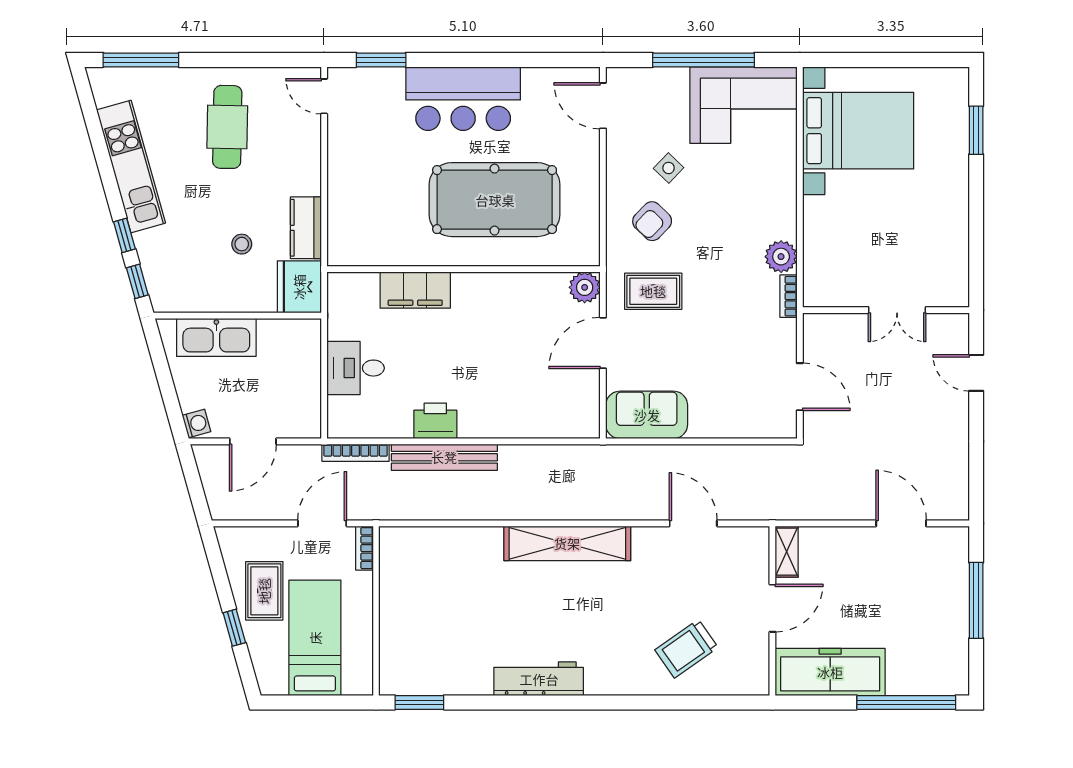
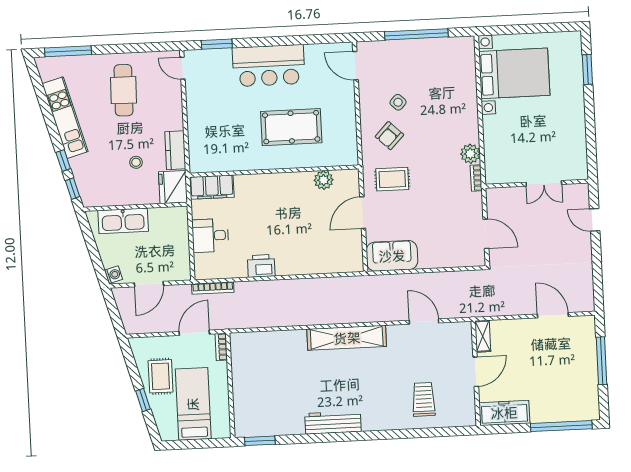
corner sofa: (743, 105) -> (442, 61), removed
pool table: (495, 200) -> (291, 127), width x0.73, depth x0.76
plant: (585, 287) -> (324, 180), moved
filing cabinet: (415, 290) -> (212, 187), moved
bench: (444, 457) -> (268, 288), removed
trolley: (686, 649) -> (424, 399), turned 125
freezer: (830, 672) -> (504, 413), width x0.73, depth x0.79

